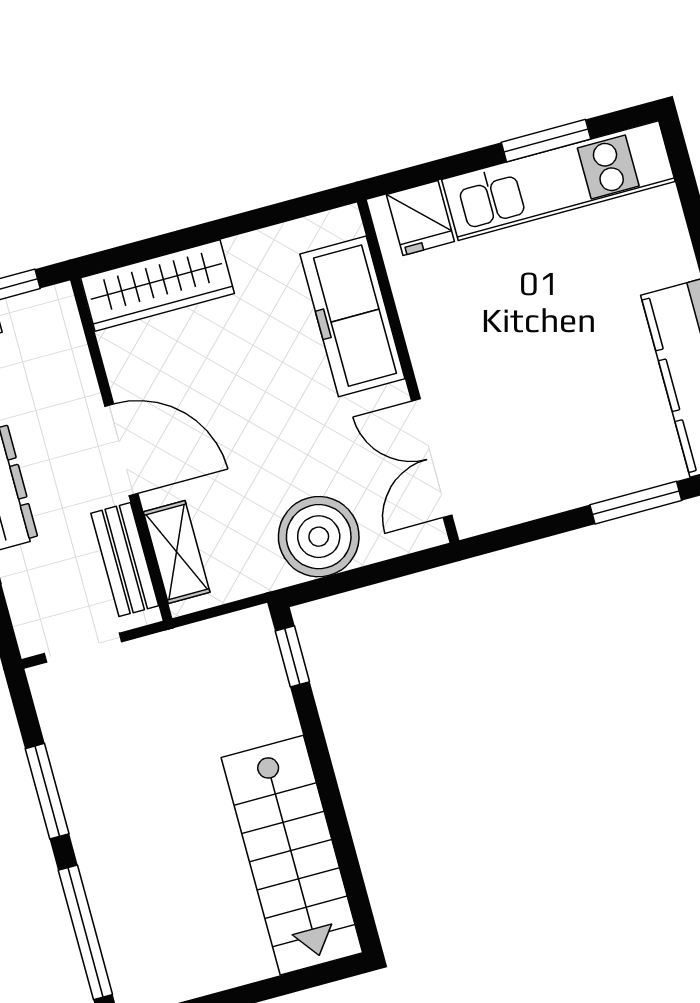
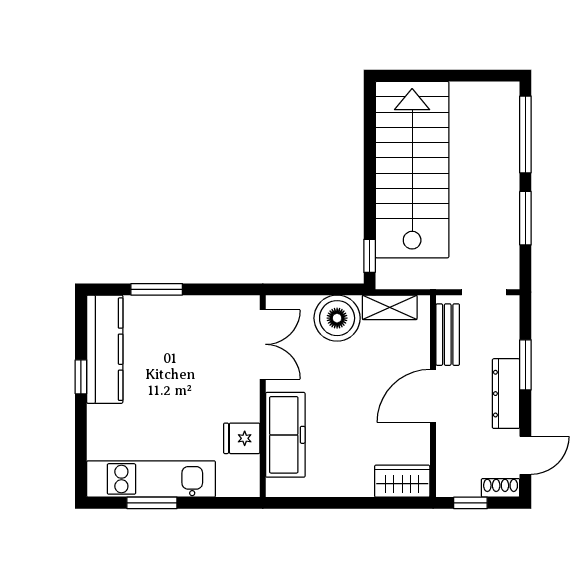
fridge: (420, 218) -> (242, 438), moved, turned -90
wardrobe: (158, 286) -> (402, 481), width x0.67
door: (121, 450) -> (433, 396), hinge flipped
shelving: (177, 552) -> (390, 307), moved, turned 90
stairs: (292, 855) -> (412, 170), width x1.36, depth x1.51

